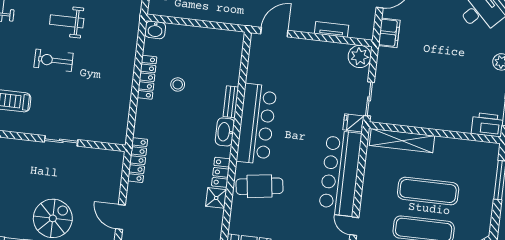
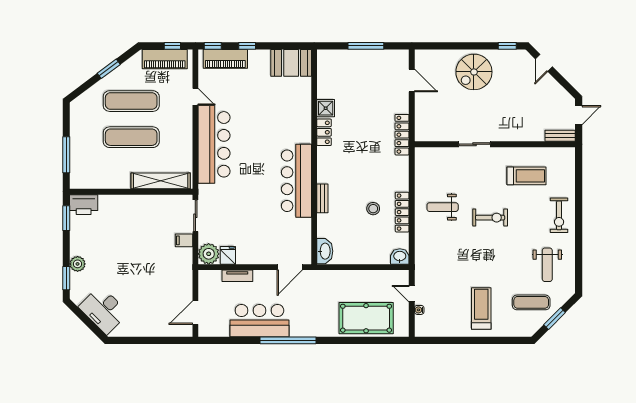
weight bench: (67, 21) -> (443, 207), moved, turned 180
filing cabinet: (389, 33) -> (184, 240), moved, width x0.50
fridge: (353, 123) -> (228, 255), moved, turned -90
washbasin: (225, 132) -> (325, 251), moved
cafe table: (260, 186) -> (287, 124), removed

